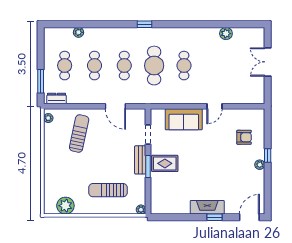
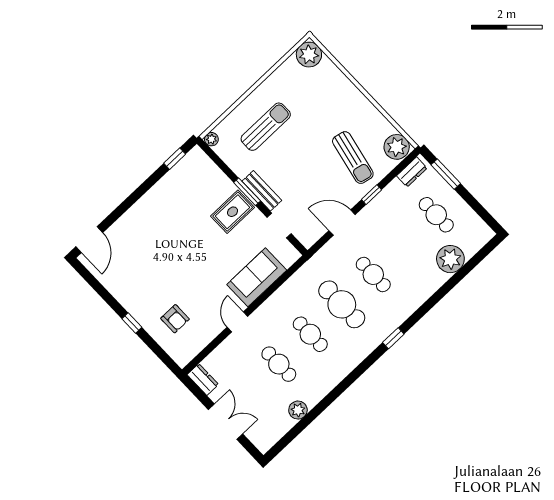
plant: (78, 32) -> (450, 259), width x1.88, depth x1.88
cafe table: (94, 66) -> (279, 364), moved
dresser: (259, 94) -> (203, 380), added
window: (87, 106) -> (371, 195), added
plant: (48, 118) -> (397, 147), width x1.88, depth x1.88
armchair: (244, 137) -> (175, 319), turned -90
plant: (260, 165) -> (131, 306), removed
plant: (65, 206) -> (309, 55), moved
fireplace: (207, 207) -> (144, 208), removed
window: (214, 217) -> (175, 159), moved

